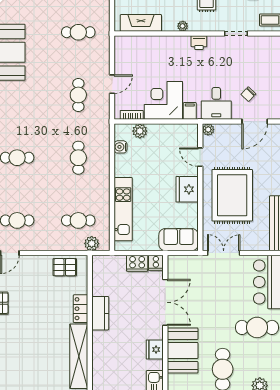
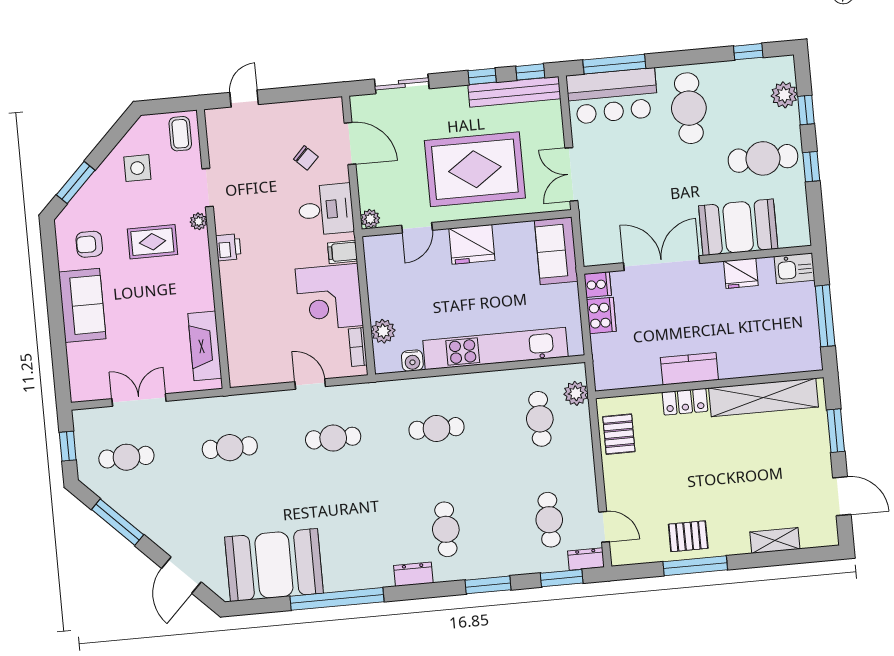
plant: (183, 26) -> (199, 221), moved
cafe table: (78, 32) -> (230, 448), turned 90
kitchen unit: (123, 209) -> (495, 349), width x1.36

